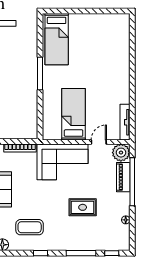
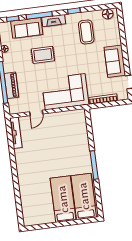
bed: (74, 114) -> (63, 199), moved, turned 180
plant: (121, 153) -> (16, 106), removed
coffee table: (30, 227) -> (86, 32), turned 90
sofa: (97, 241) -> (27, 28), added
fireplace: (65, 245) -> (54, 21), added

